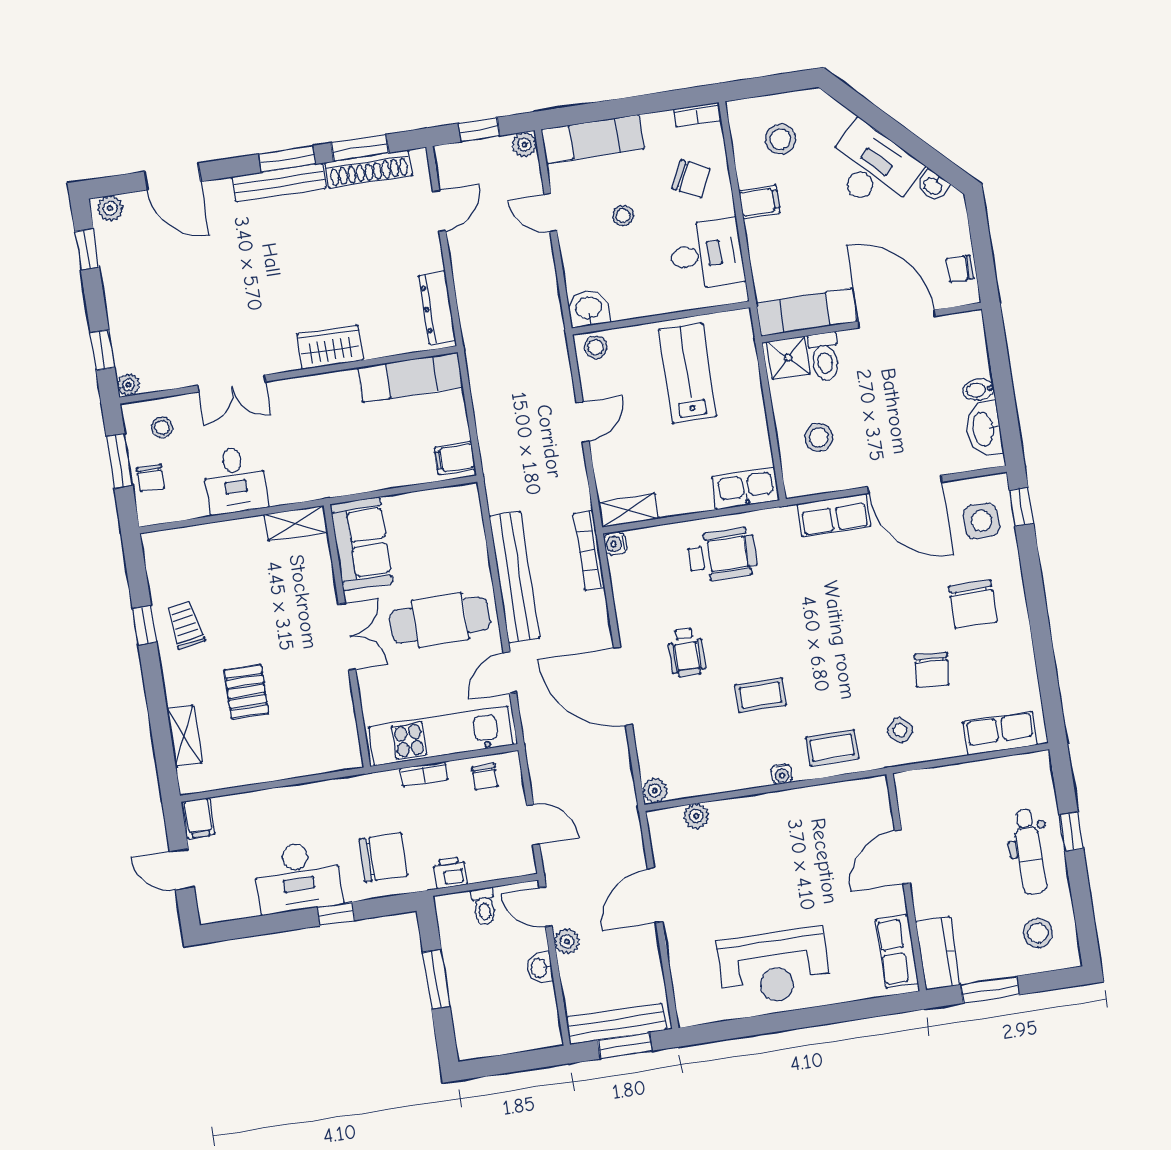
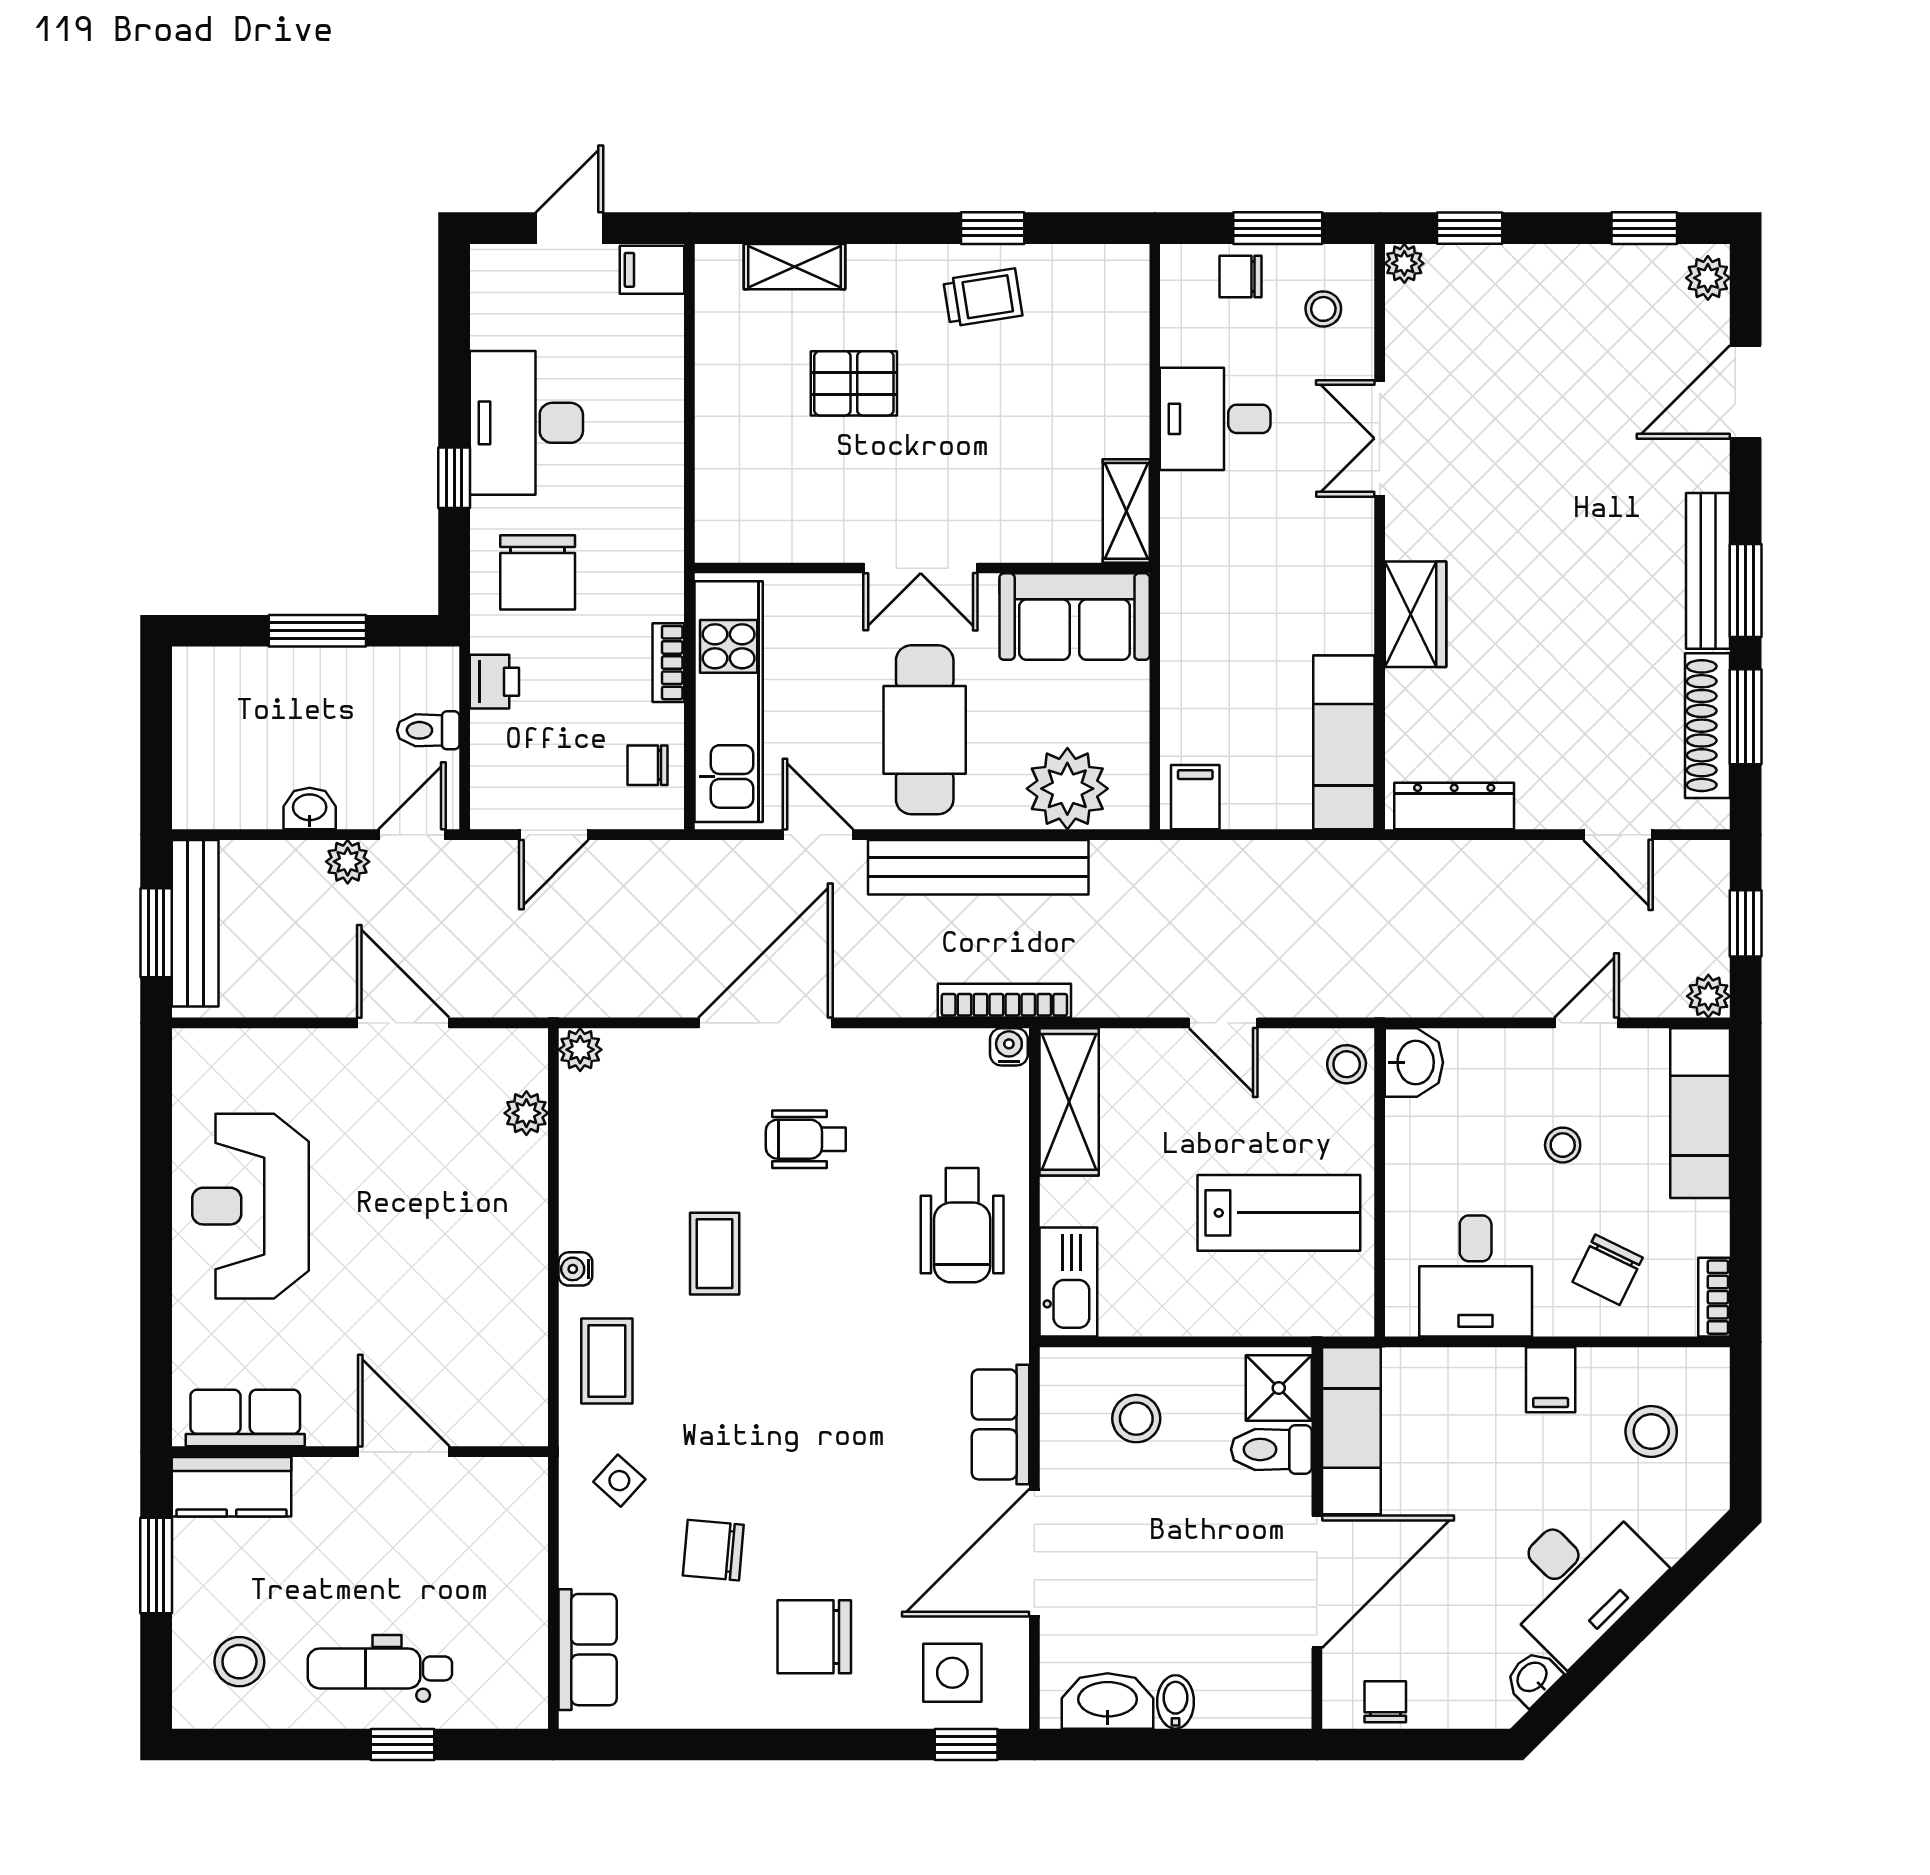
shelving: (628, 510) -> (1069, 1102), width x1.50, depth x1.33
plant: (461, 533) -> (1067, 789), added

